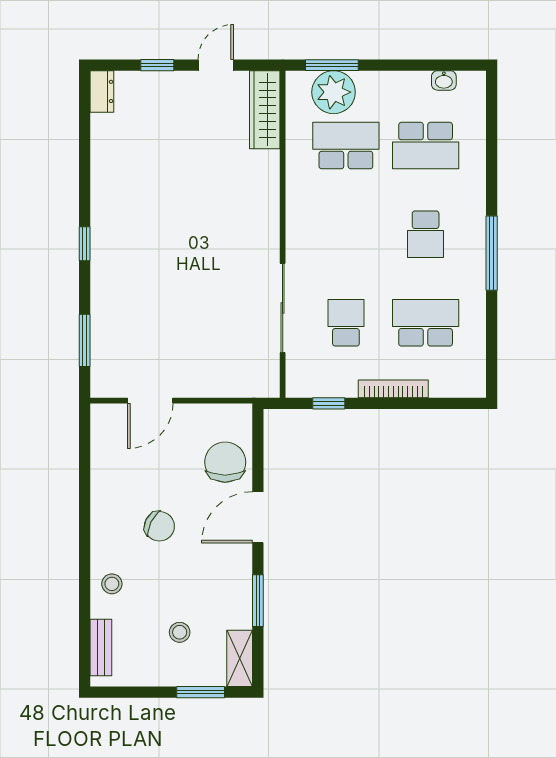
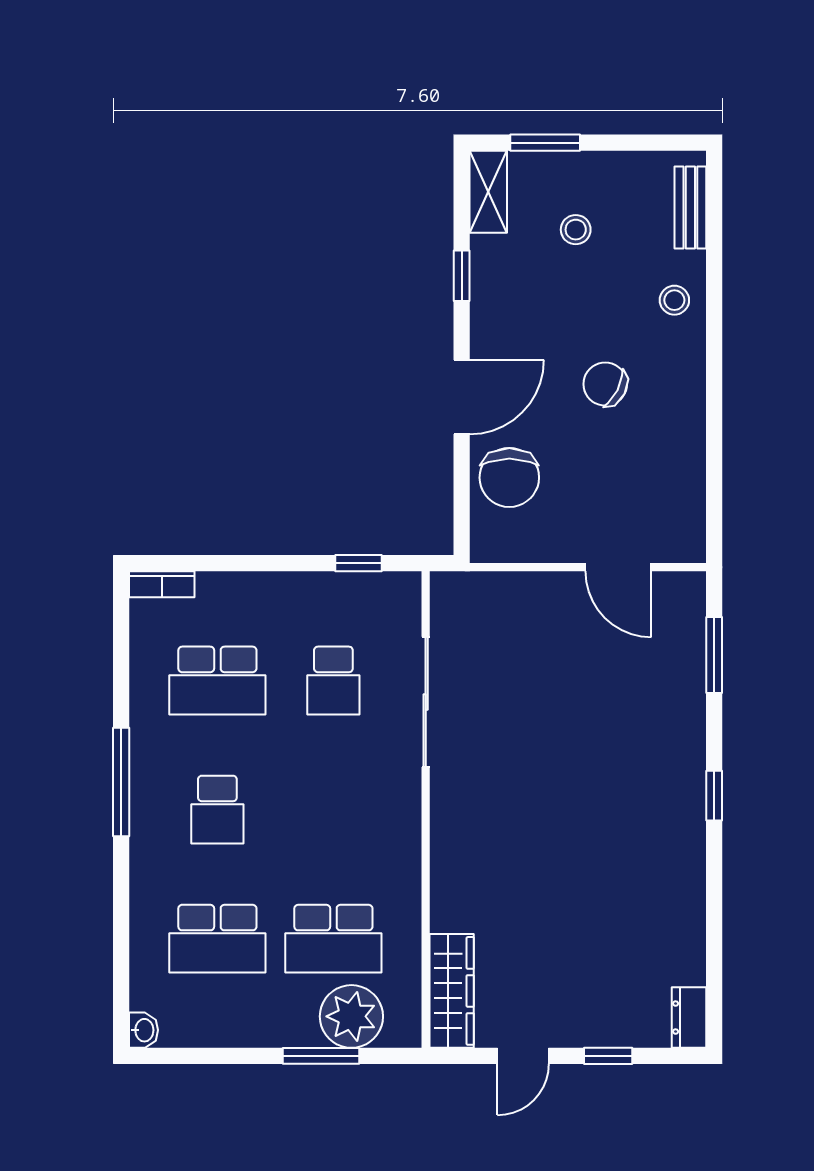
window: (332, 65) -> (321, 1056), moved
washbasin: (444, 80) -> (144, 1030), moved, turned 90
school desk: (426, 146) -> (217, 939), turned 180
school desk: (426, 234) -> (217, 810), turned 180
bookcase: (393, 389) -> (162, 584), moved, width x0.64
door: (150, 401) -> (618, 567), swing flipped
window: (258, 601) -> (462, 276), width x0.67

